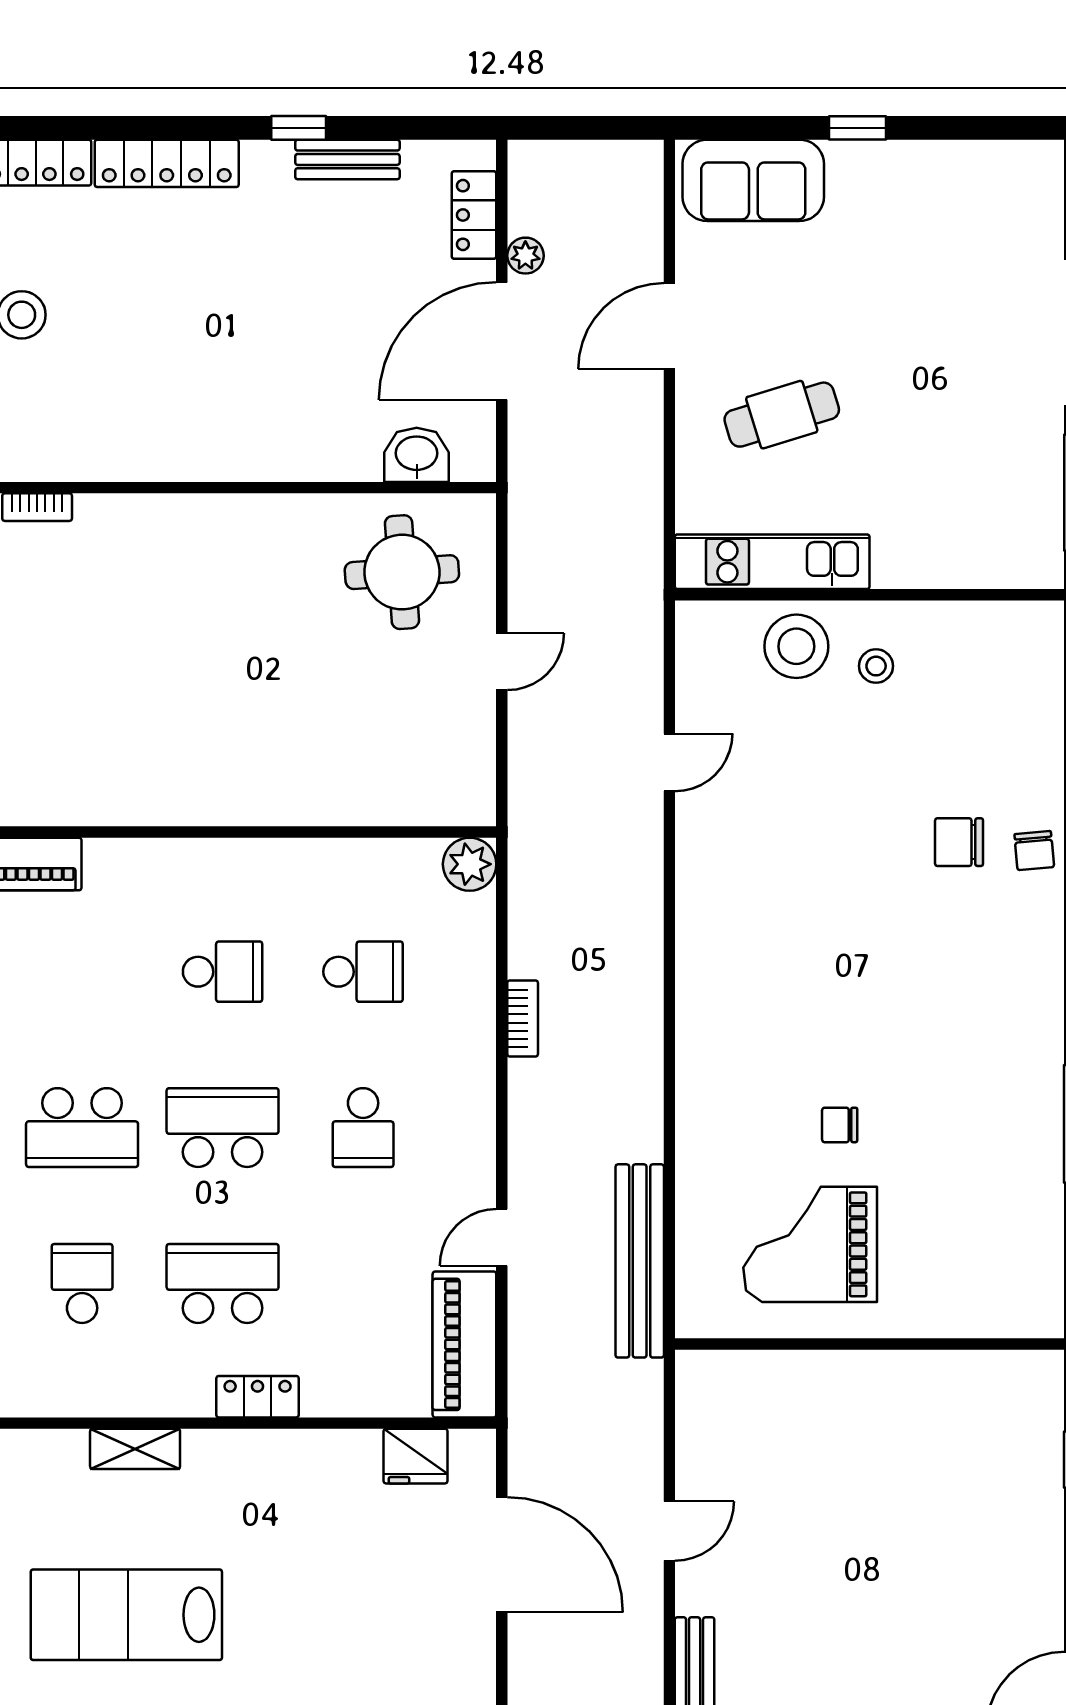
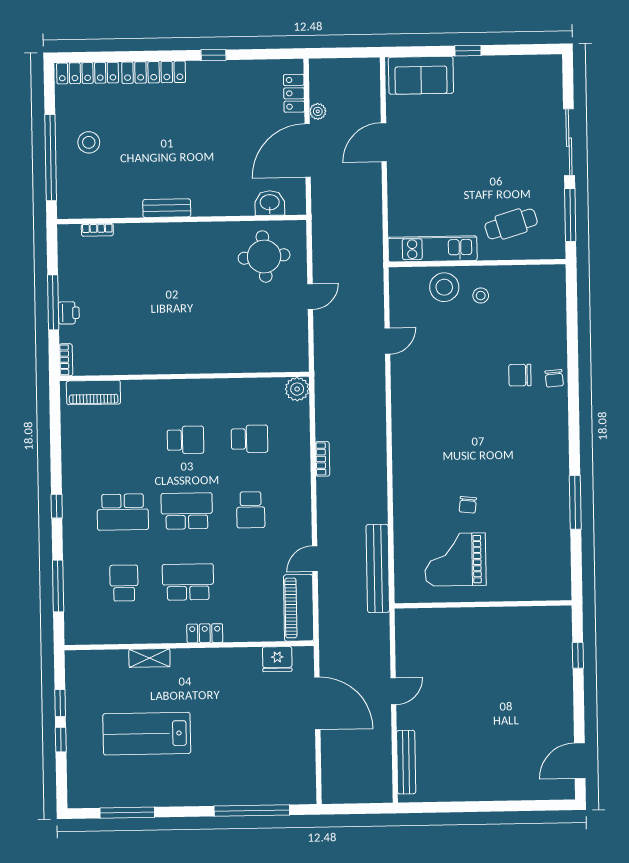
bench: (347, 159) -> (167, 208), moved
cafe table: (782, 415) -> (511, 224), moved
chair: (840, 1125) -> (468, 505), turned -84

